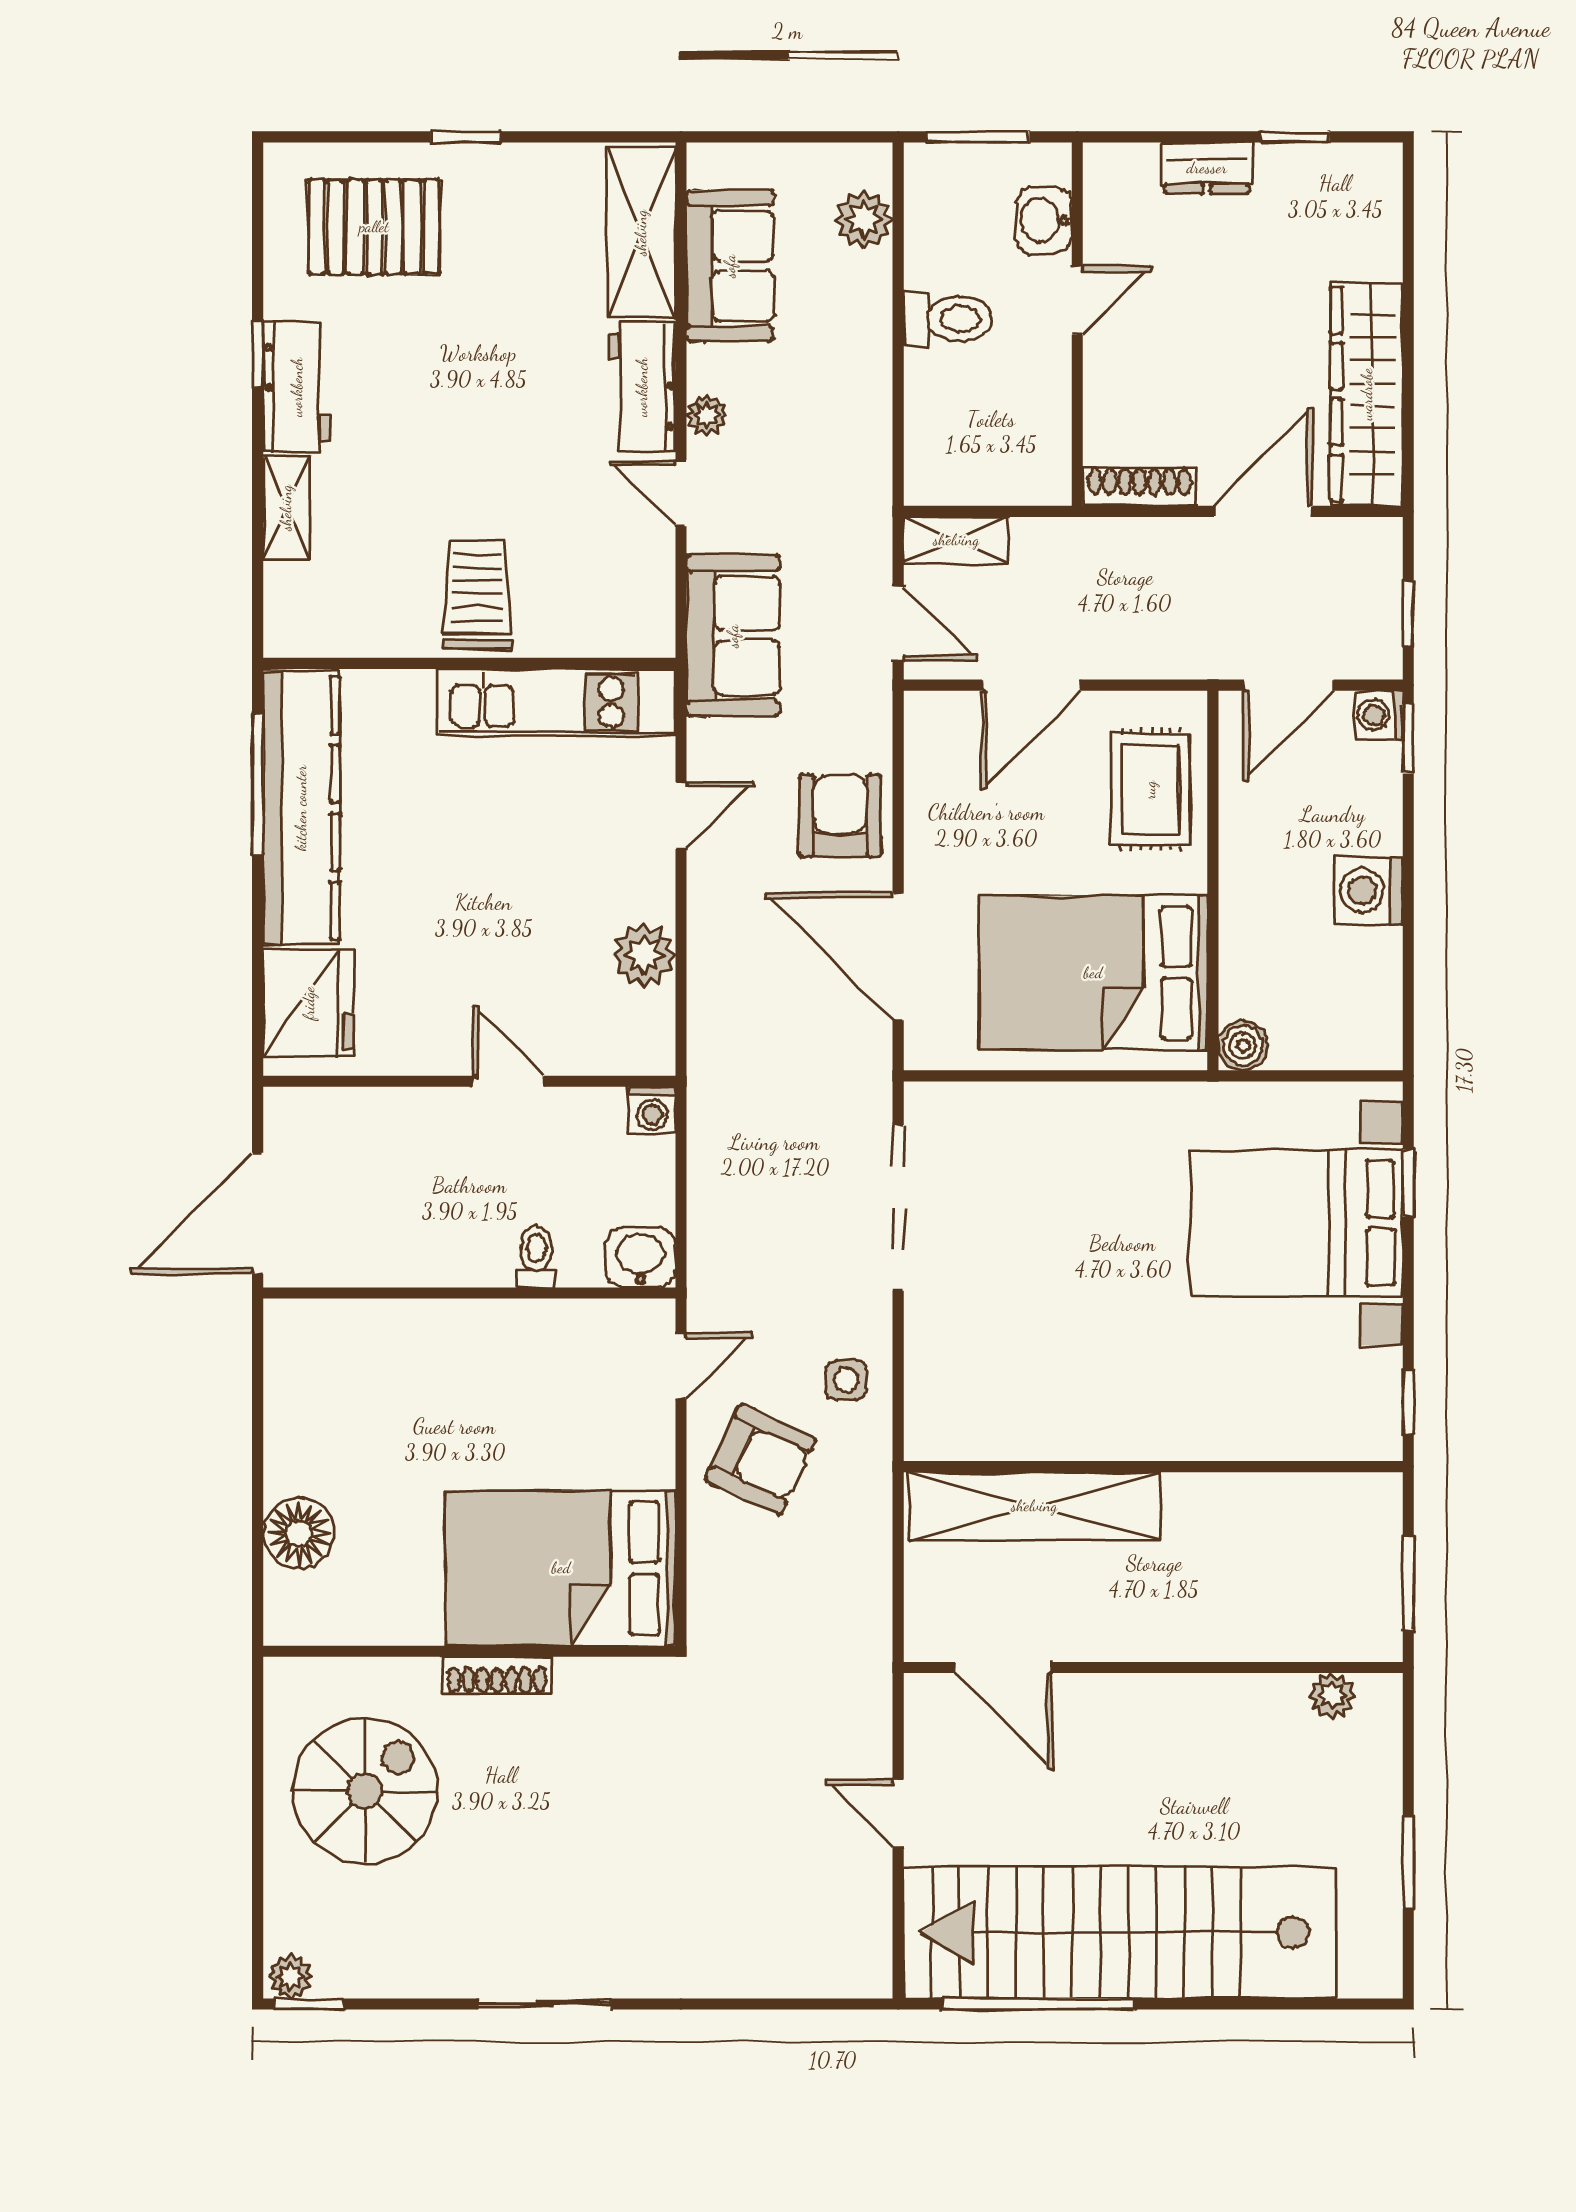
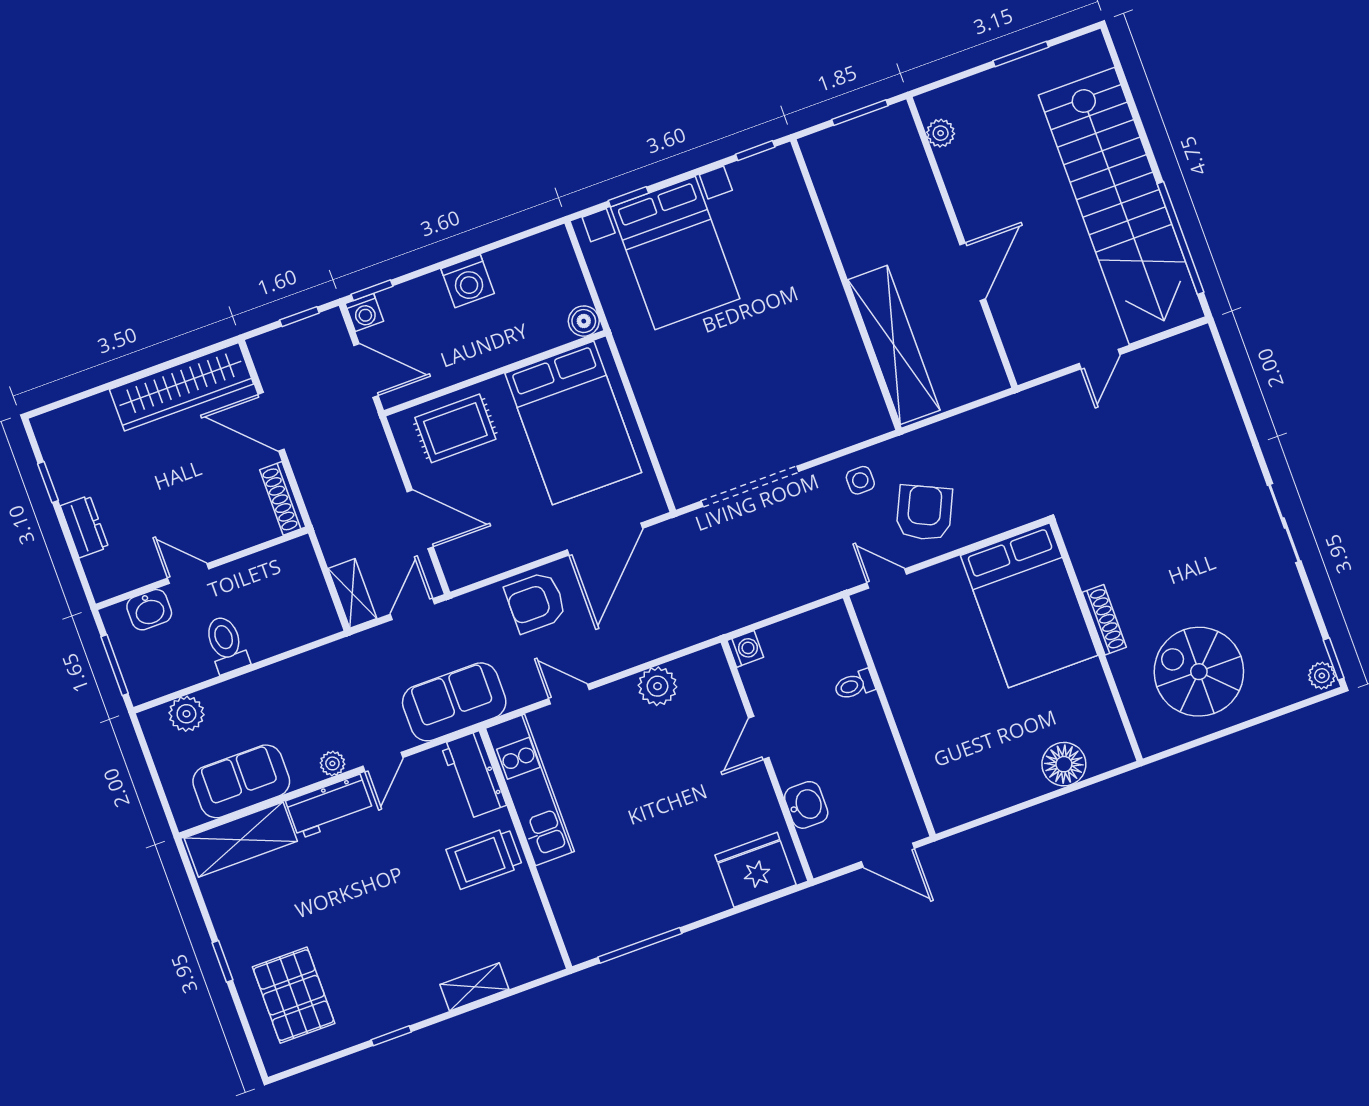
workbench: (297, 387) -> (473, 775), moved, turned -90
kitchen counter: (301, 808) -> (644, 915), removed
door: (258, 1213) -> (888, 855), width x0.73
washbasin: (640, 1258) -> (806, 805), moved, turned 180
door: (1003, 1667) -> (973, 272), moved

